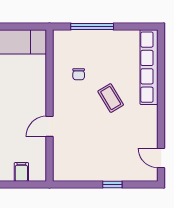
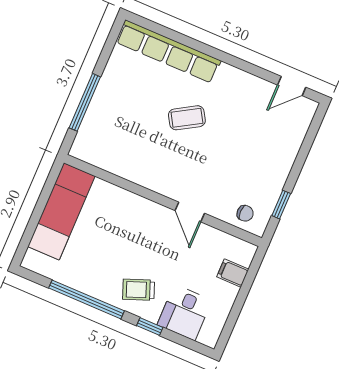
chair: (79, 74) -> (245, 213), moved
window: (112, 185) -> (281, 205), moved

